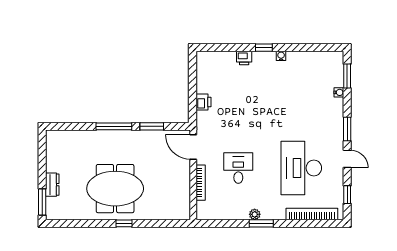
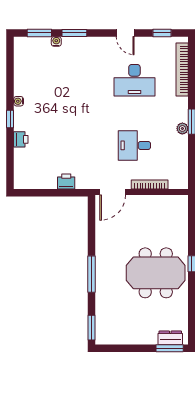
window: (152, 126) -> (91, 328), moved
window: (347, 129) -> (74, 33), moved
door: (347, 159) -> (125, 33), swing flipped
desk: (301, 168) -> (134, 80), width x0.73, depth x0.77
dresser: (52, 185) -> (170, 338), moved
meeting table: (115, 189) -> (156, 273), turned 90

